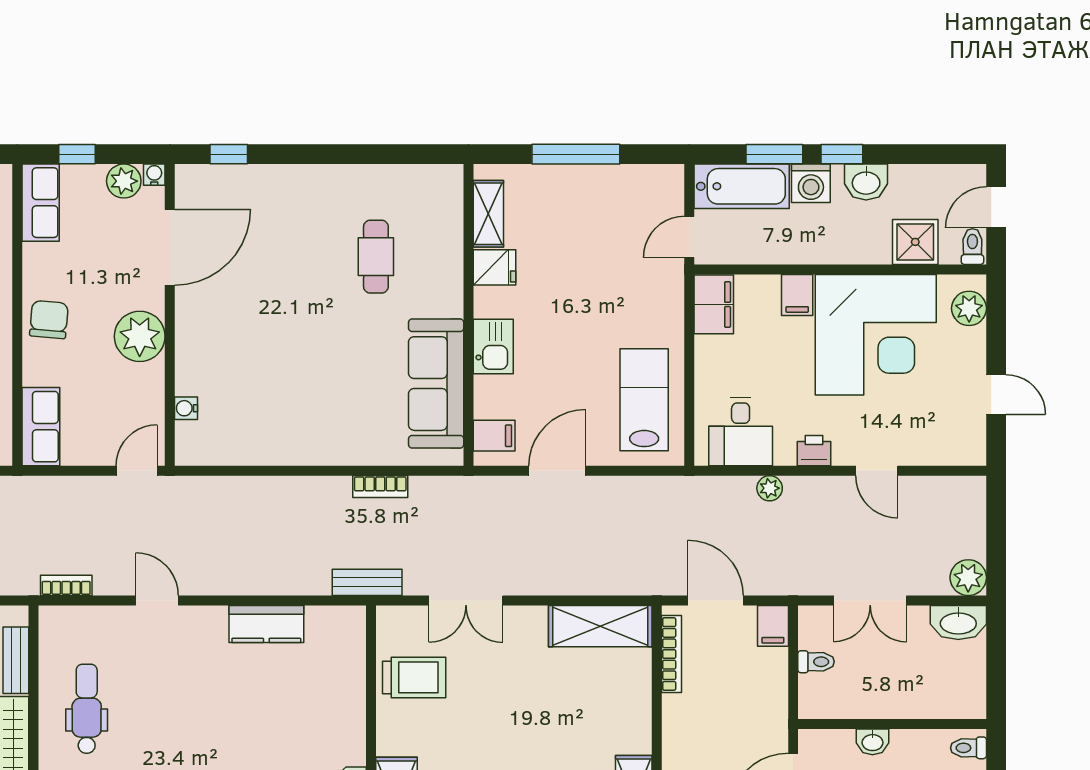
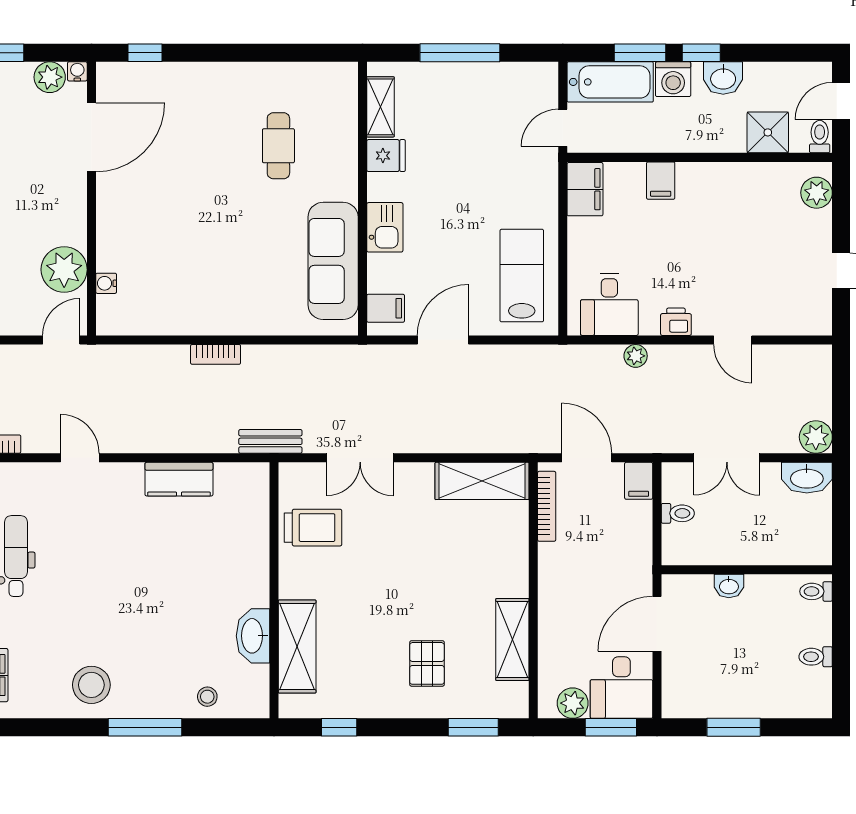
corner desk: (876, 335) -> (732, 217), removed
plant: (140, 336) -> (64, 270), moved
bookcase: (380, 487) -> (216, 354), moved

